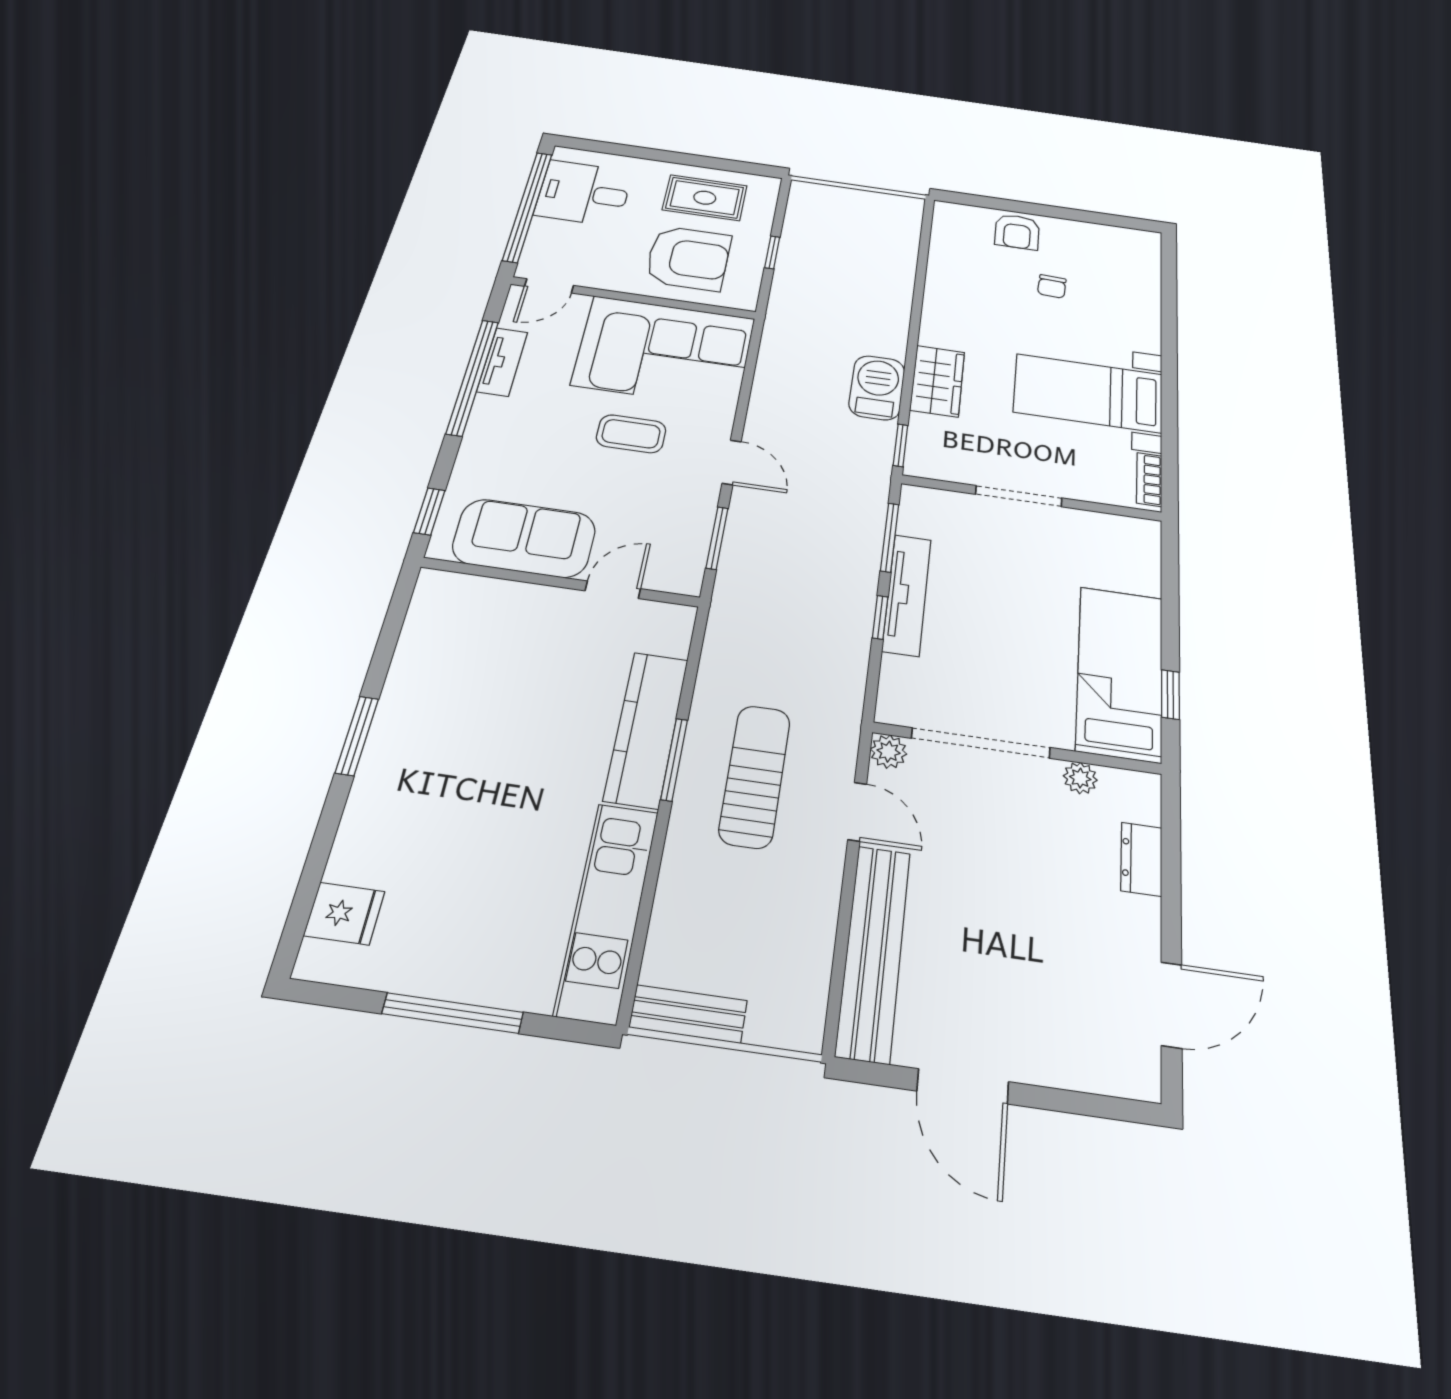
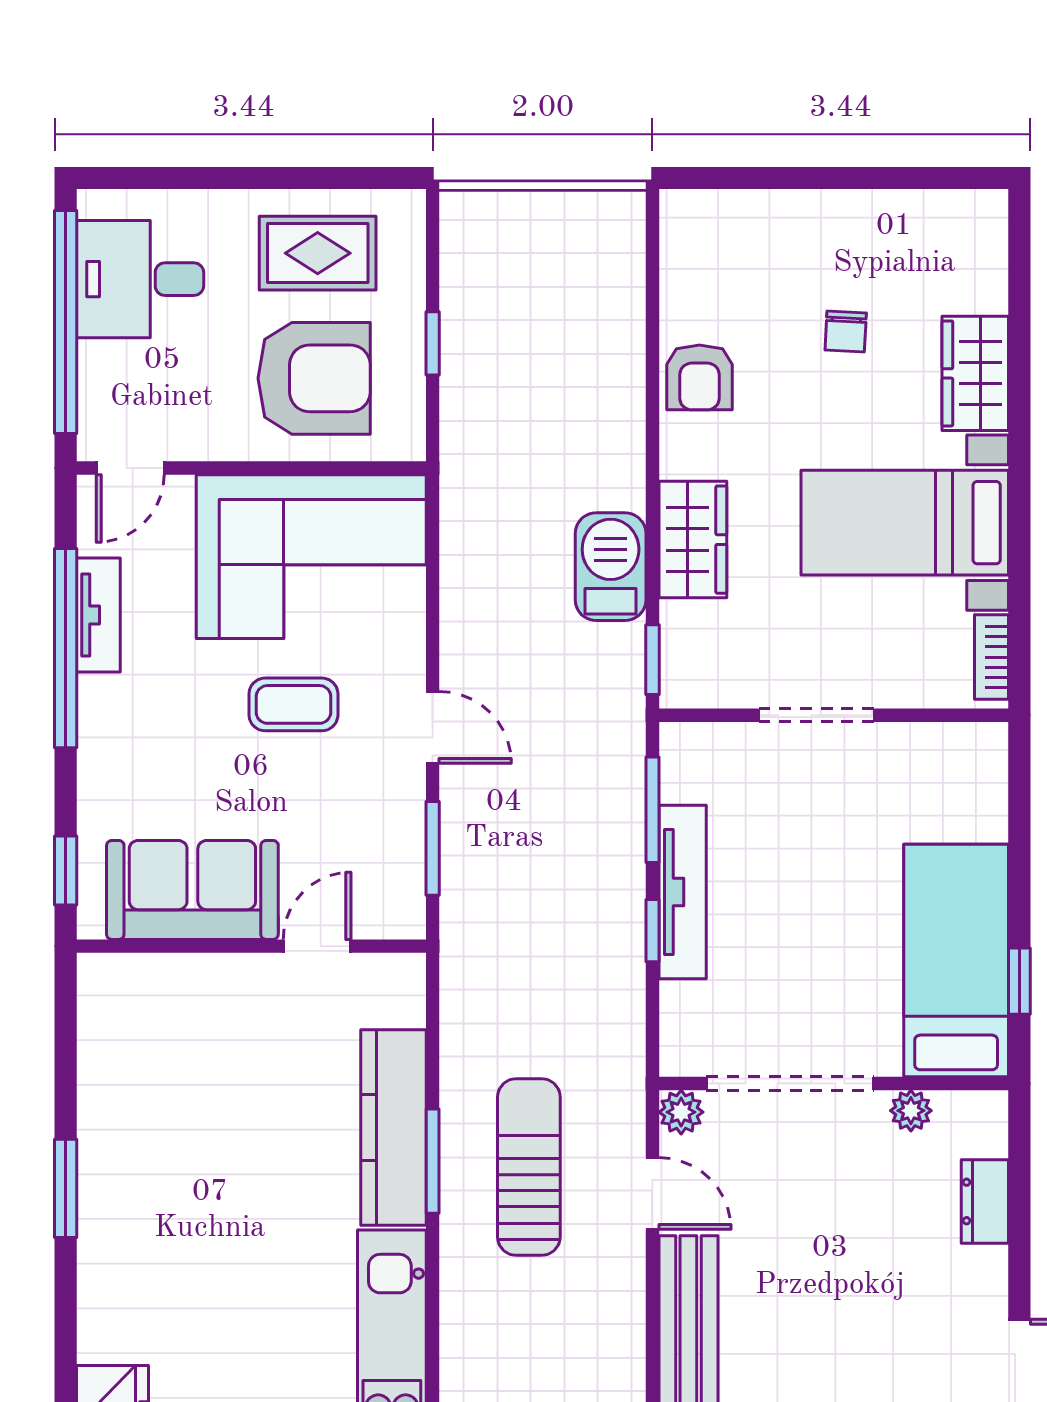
armchair: (1017, 232) -> (699, 377), moved
wardrobe: (1139, 320) -> (975, 373), added

